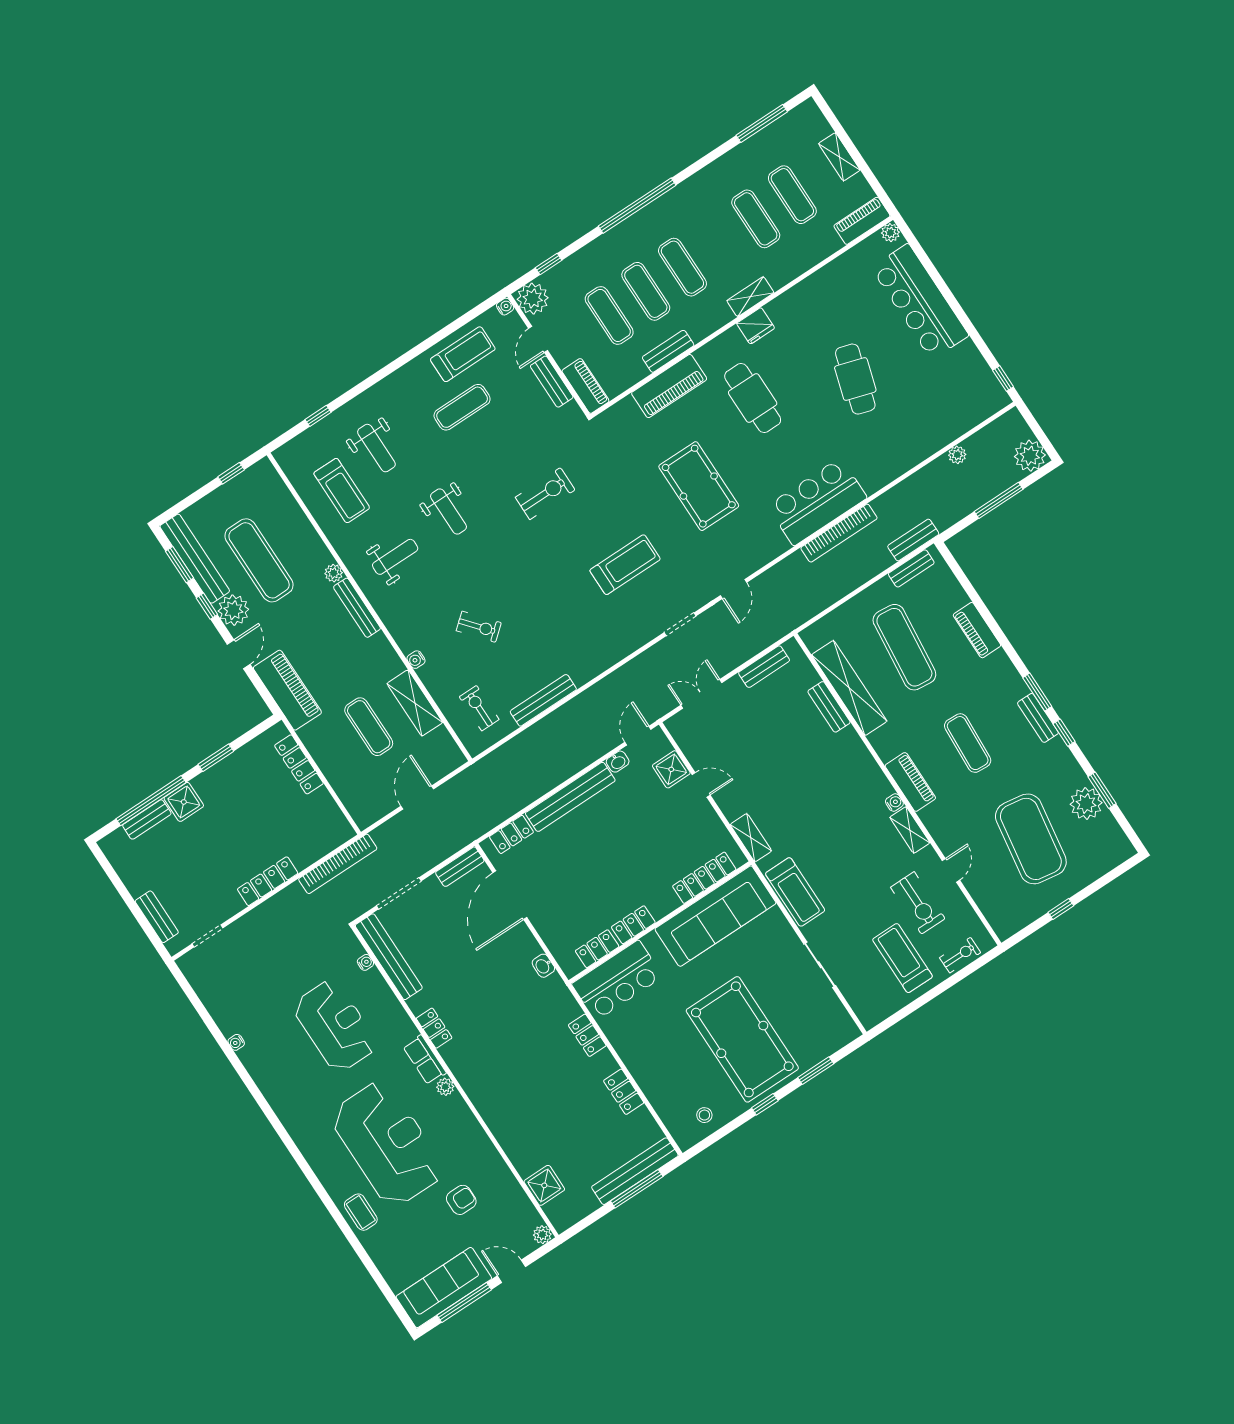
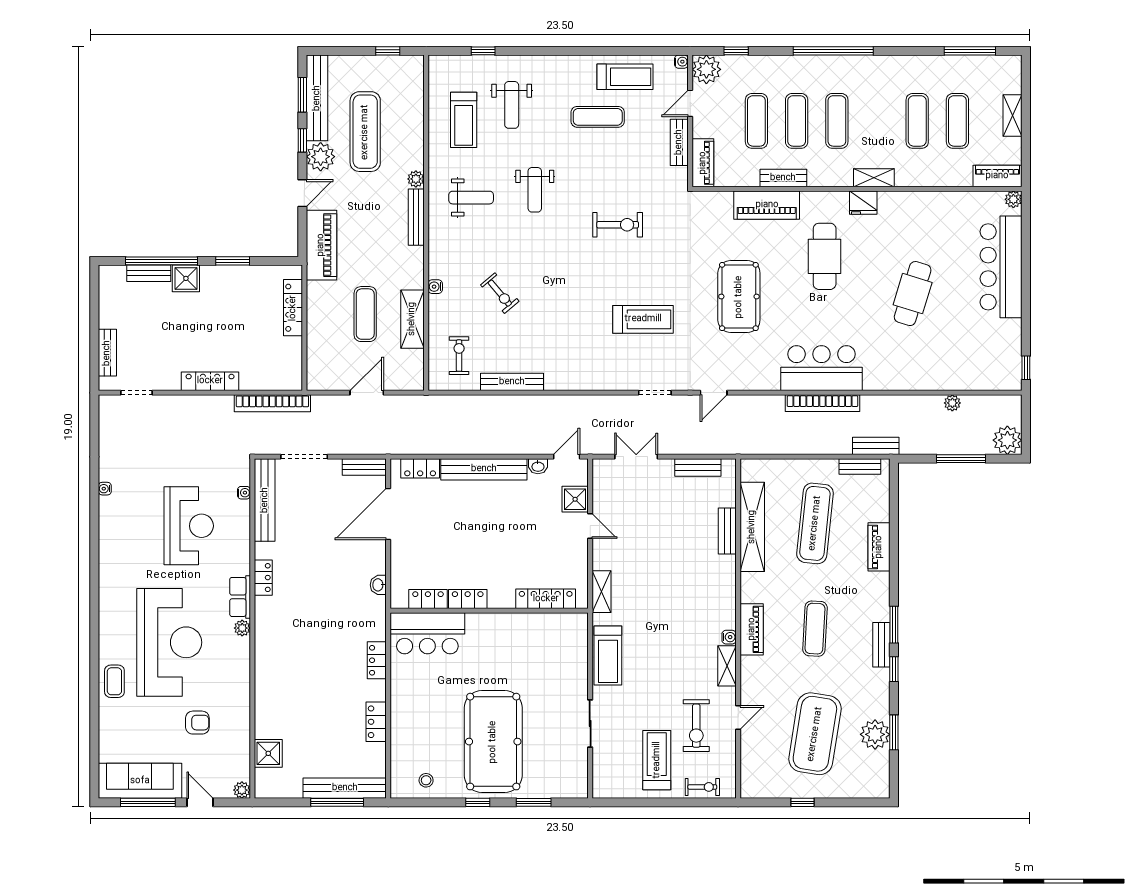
sofa: (715, 916) -> (535, 634), removed

